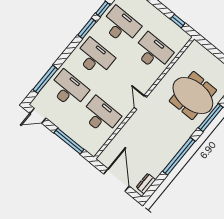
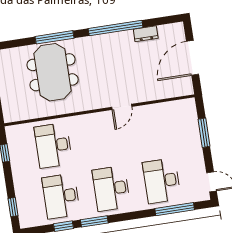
door: (140, 102) -> (122, 107), moved
desk: (101, 116) -> (154, 130), removed
window: (69, 141) -> (204, 133), width x0.69
dresser: (146, 184) -> (146, 34), moved

